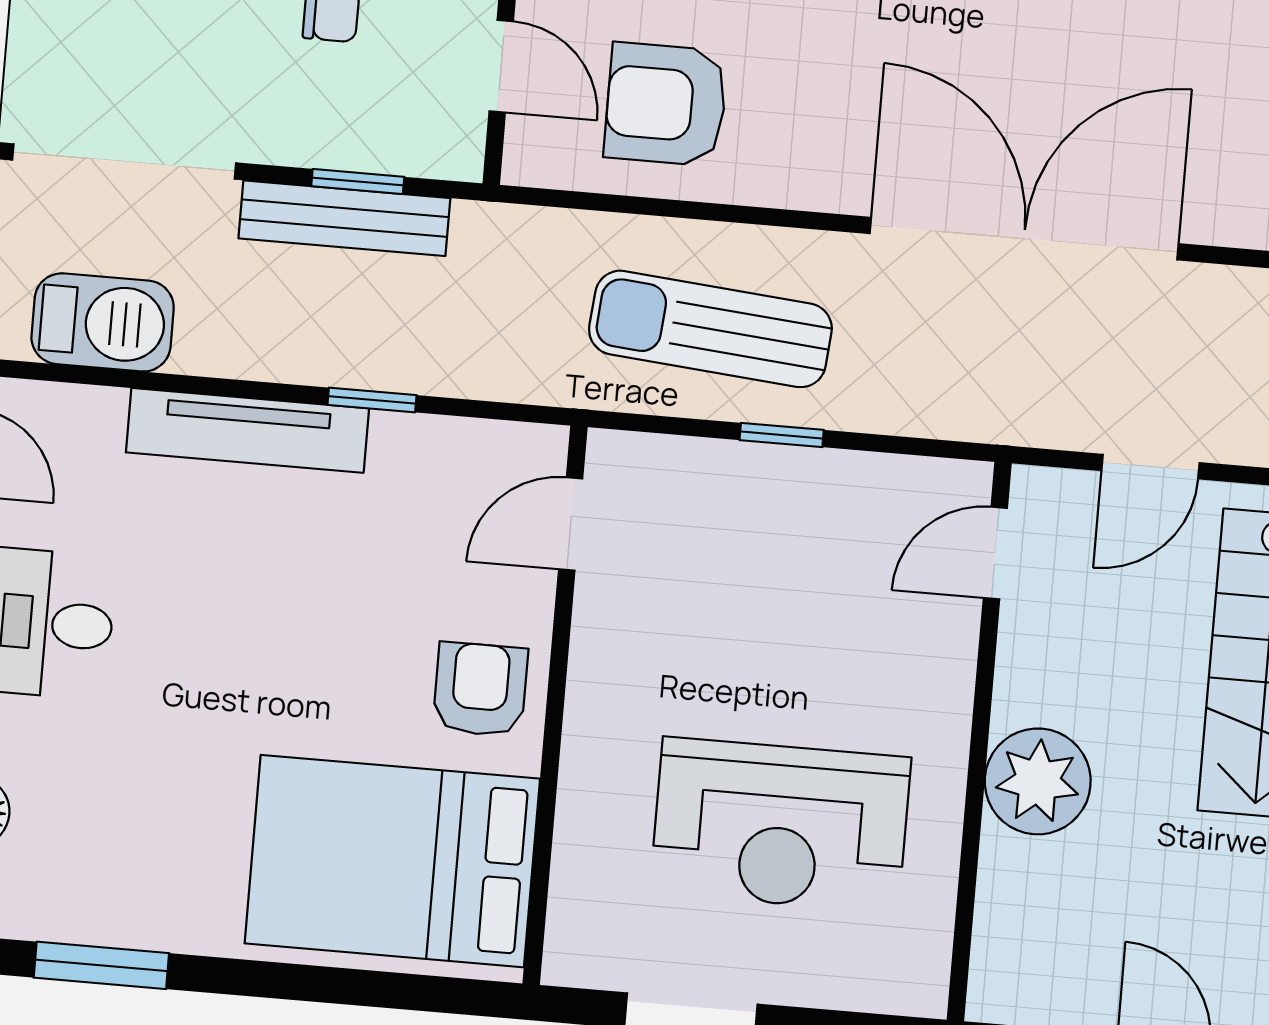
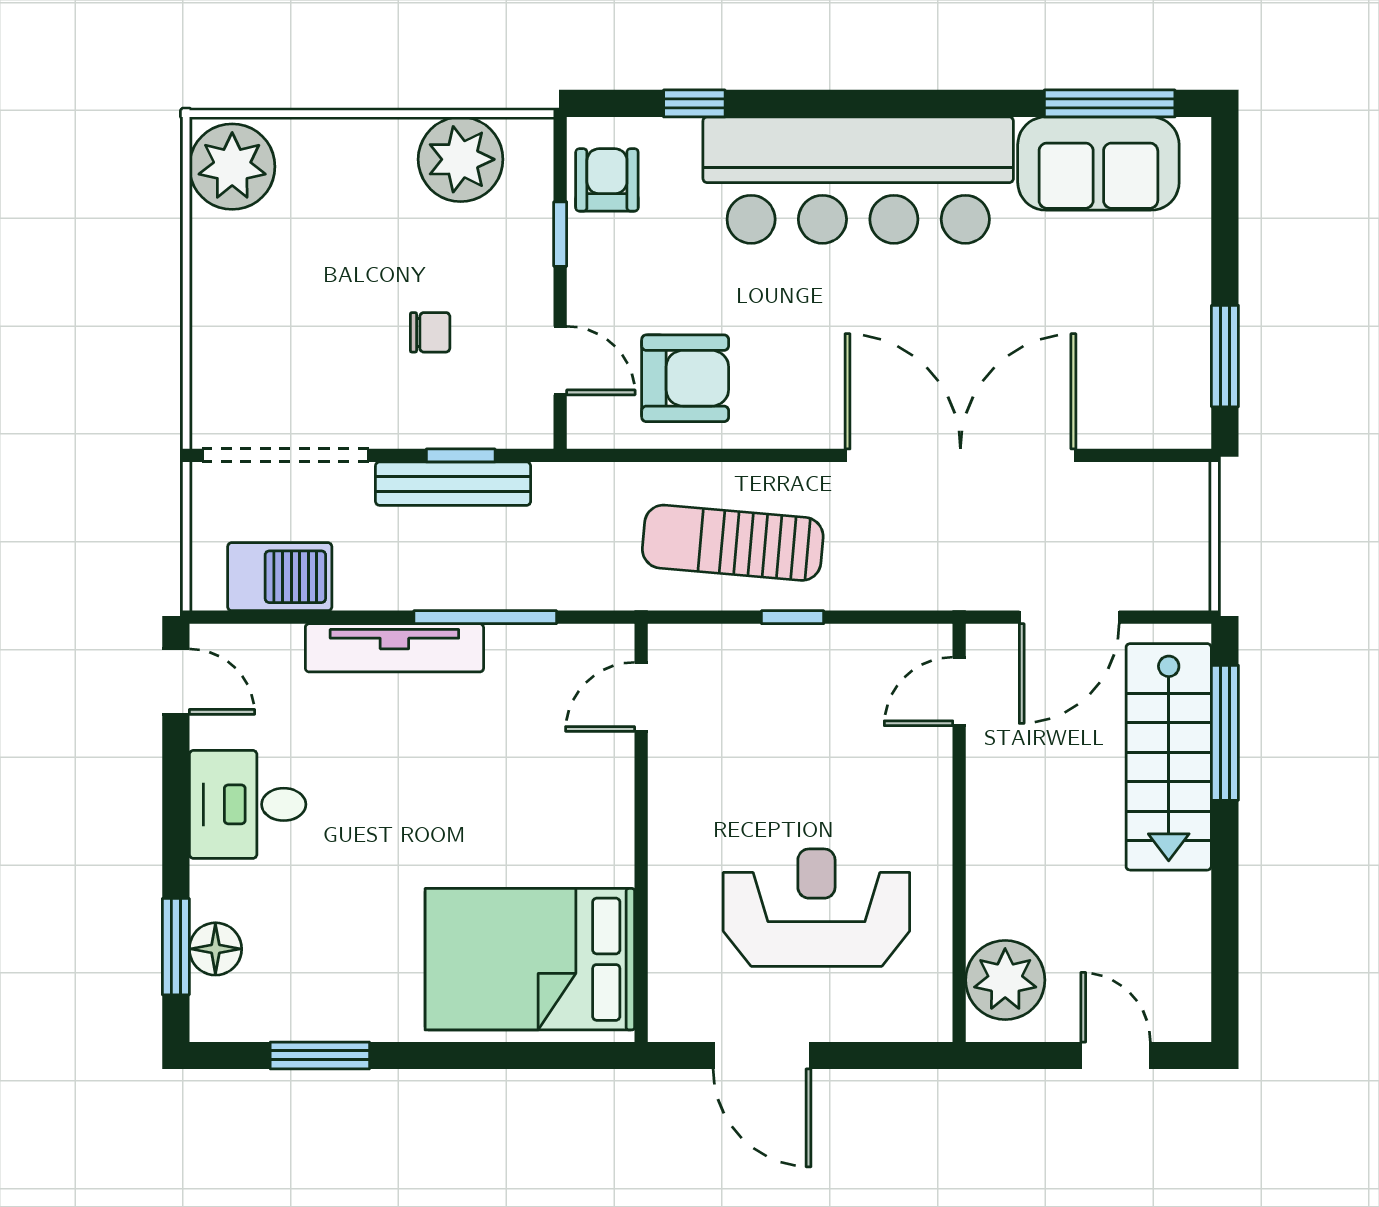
armchair: (666, 104) -> (685, 378), turned 180
window: (372, 400) -> (485, 617), width x2.17
door: (1150, 467) -> (1069, 617), width x1.38
armchair: (480, 689) -> (584, 826), removed
plant: (1038, 781) -> (1005, 980), moved
reception desk: (780, 825) -> (816, 908), turned 180

